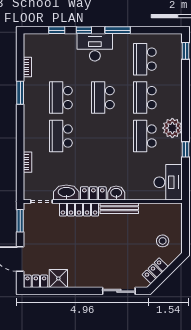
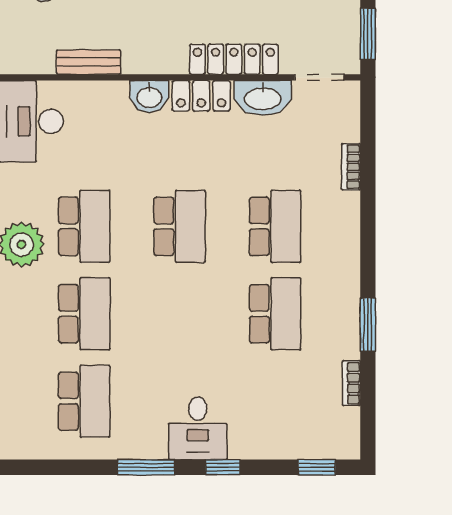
window: (57, 30) -> (317, 467), moved
desk: (95, 47) -> (198, 428), width x0.73
school desk: (103, 98) -> (180, 226), moved
bench: (119, 208) -> (89, 62), moved, width x0.73

